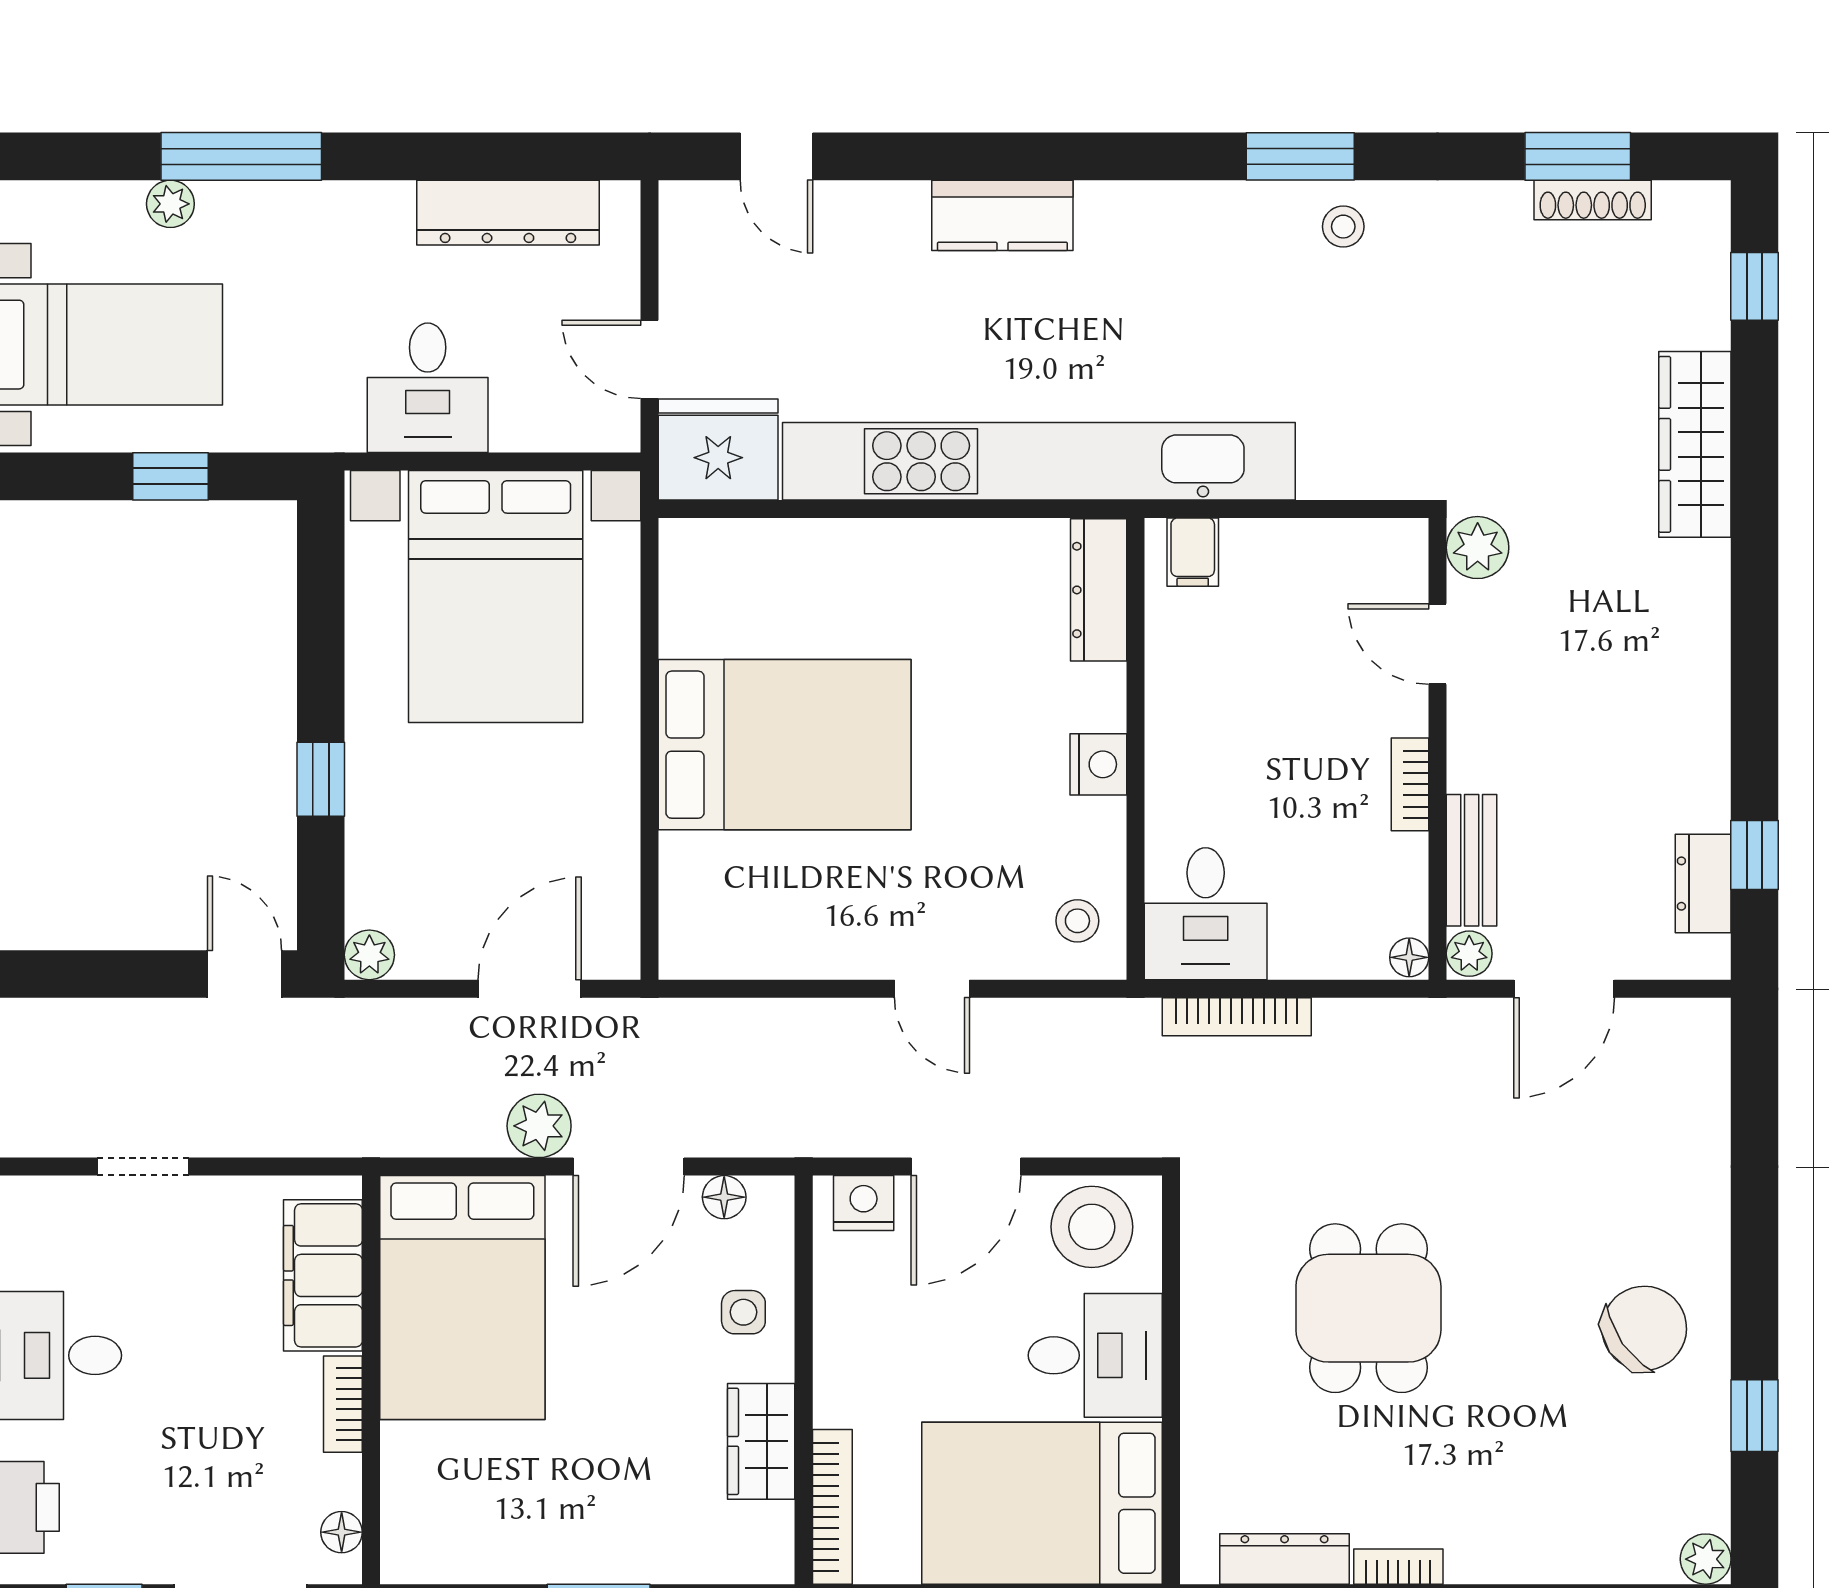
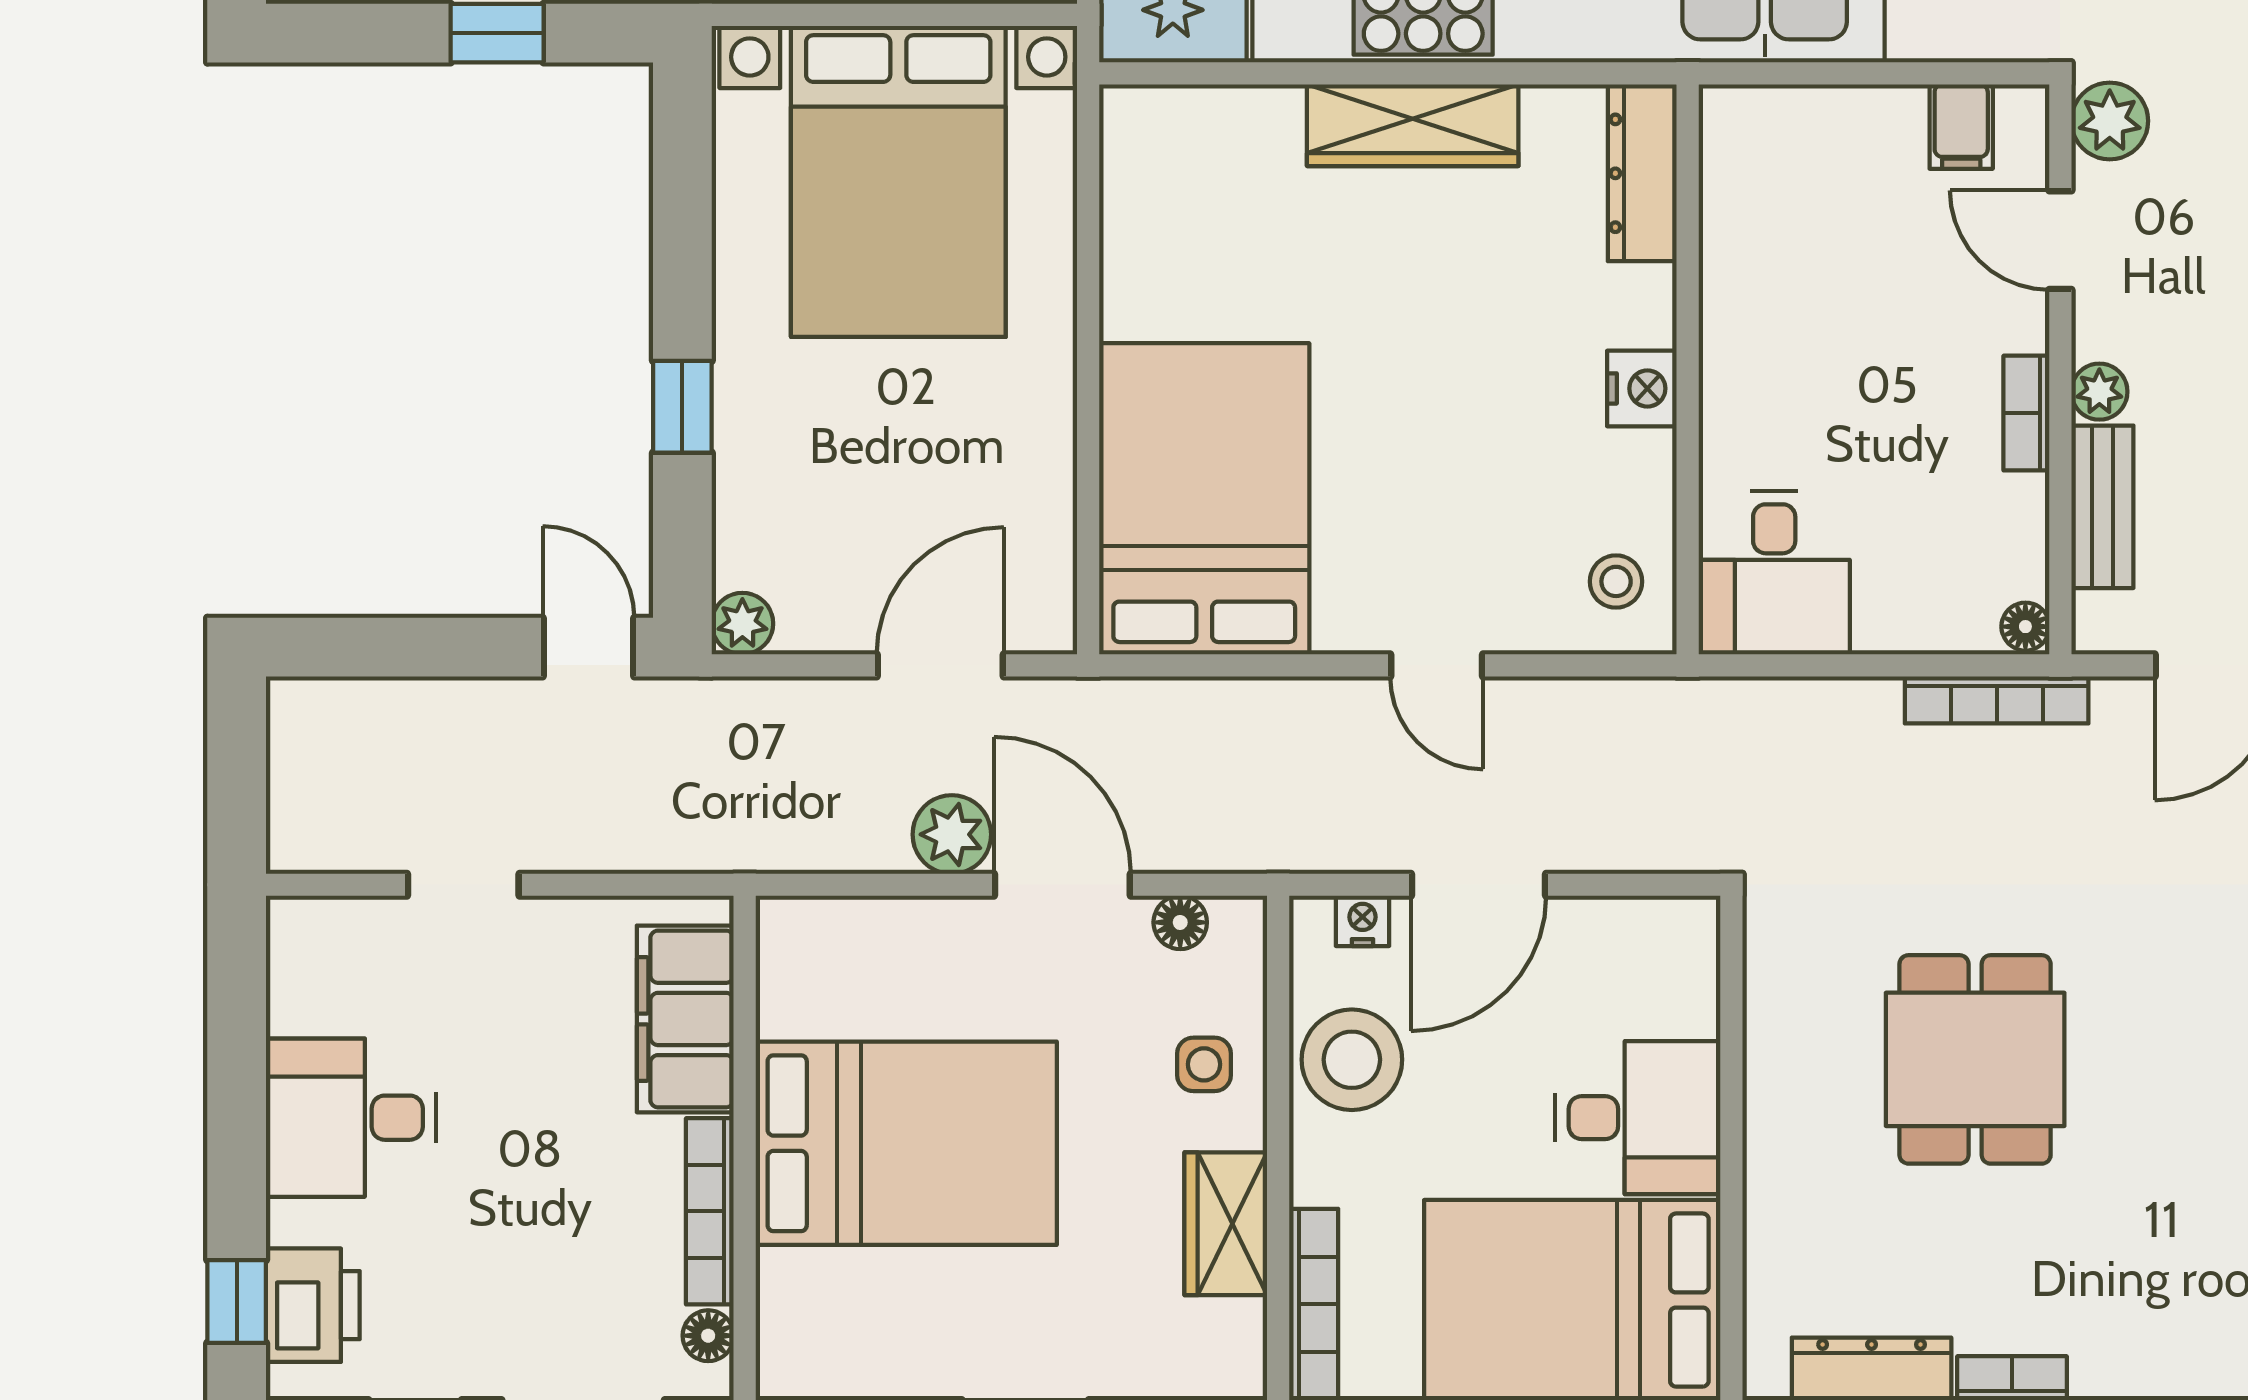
wardrobe: (913, 551) -> (1413, 125), added
filing cabinet: (1193, 552) -> (1961, 127), moved
bed: (785, 745) -> (1204, 499), moved, turned -90
plant: (1469, 954) -> (2099, 392), moved
bookcase: (1237, 1017) -> (1997, 700), moved
door: (629, 1167) -> (1062, 885), swing flipped
nightstand: (864, 1203) -> (1363, 921), width x0.72, depth x0.74
stool: (1092, 1227) -> (1352, 1060), moved
bed: (462, 1298) -> (906, 1143), moved, turned -90
bookcase: (343, 1404) -> (710, 1211), width x1.56

